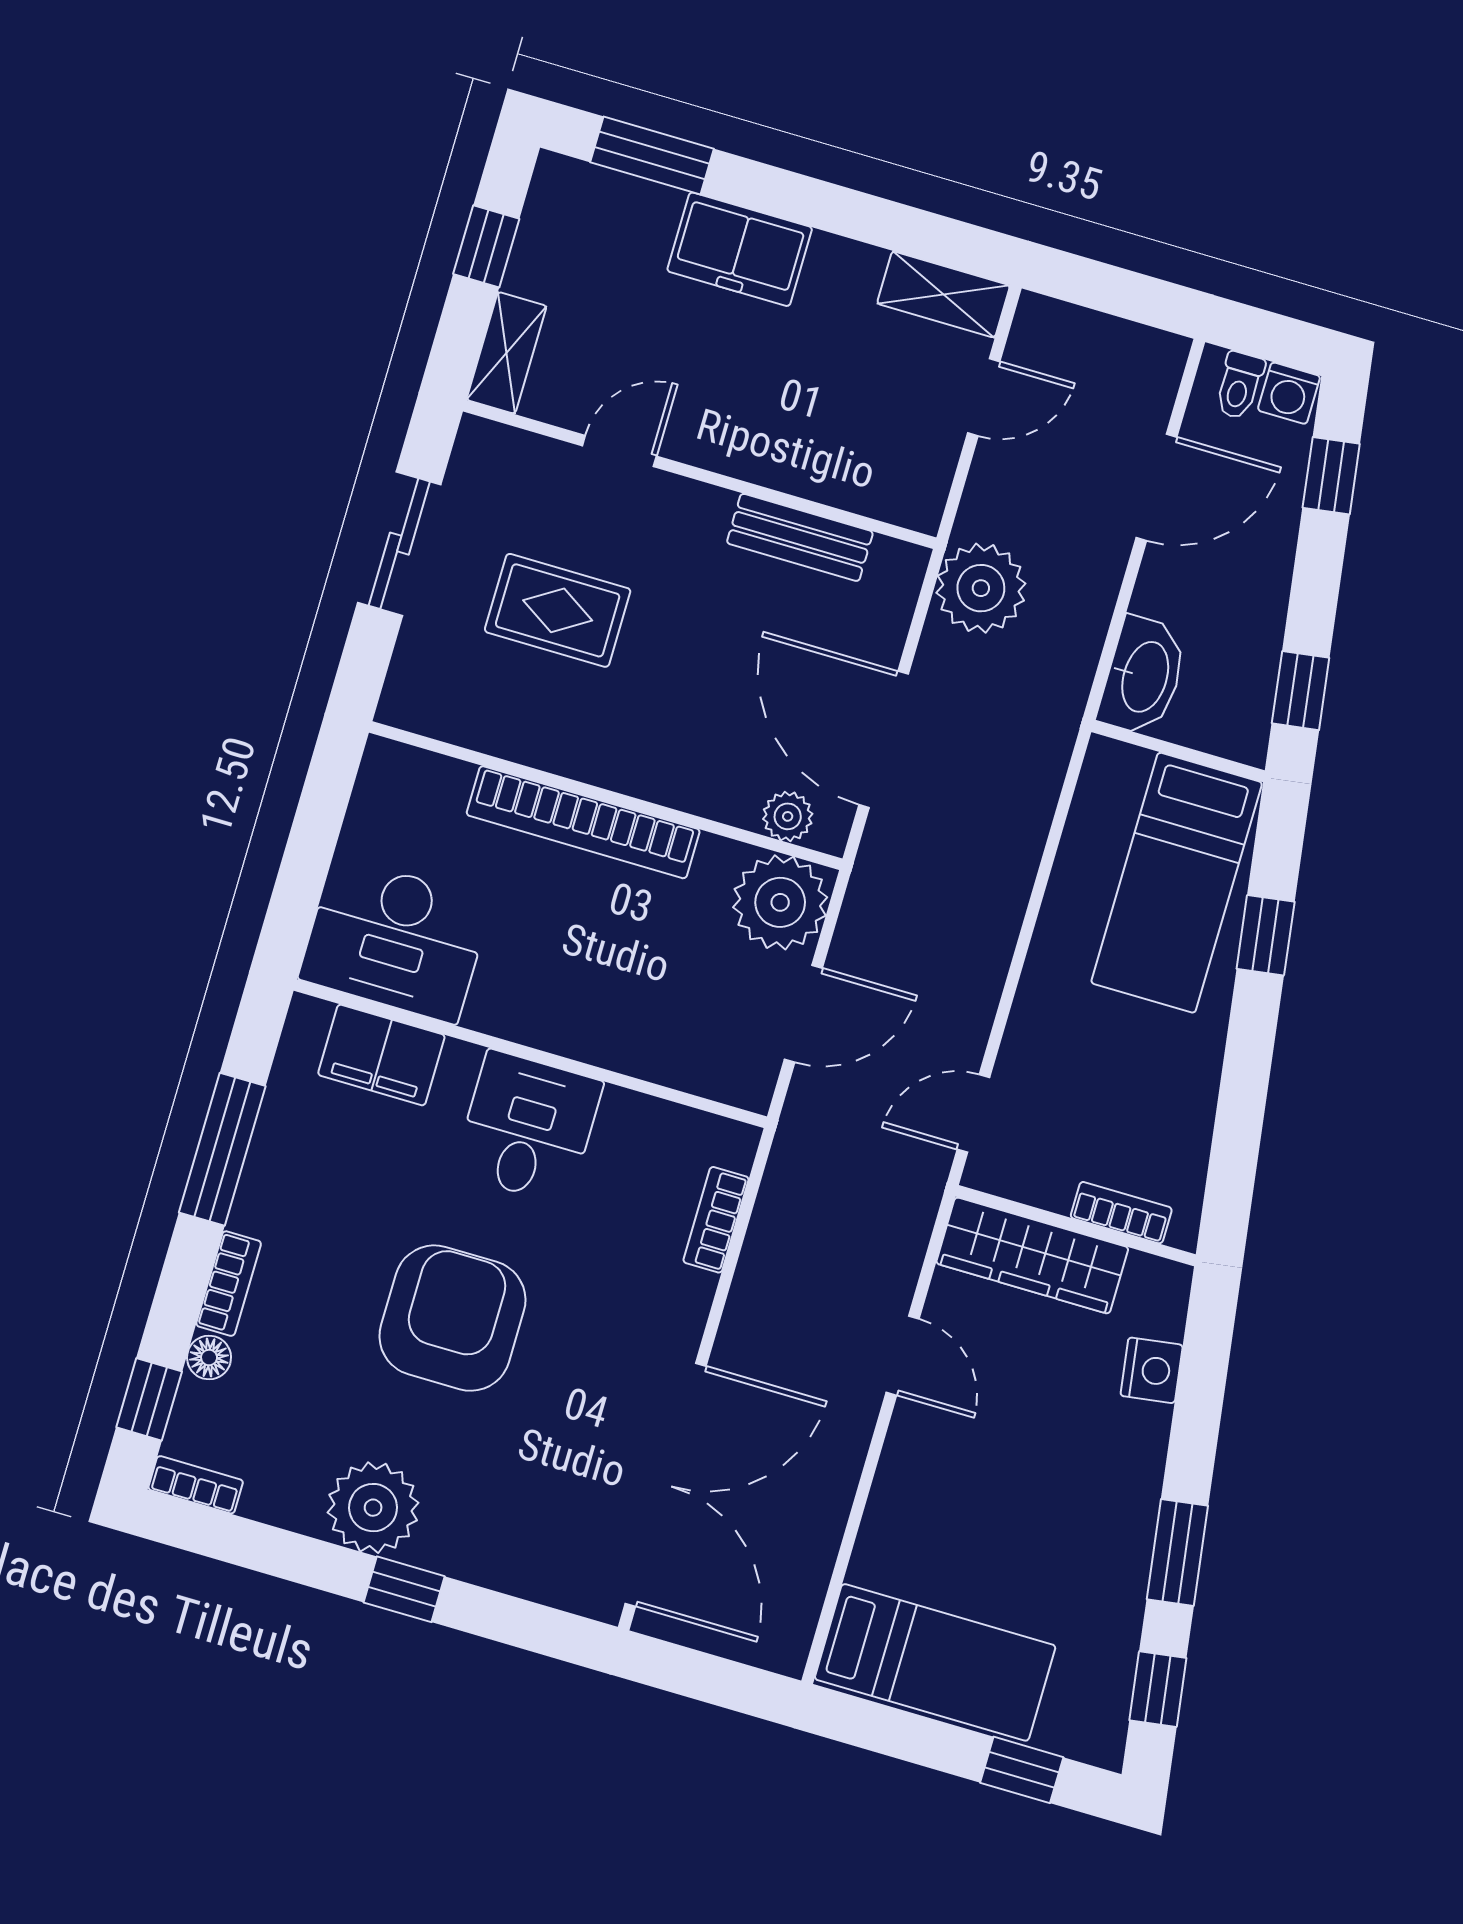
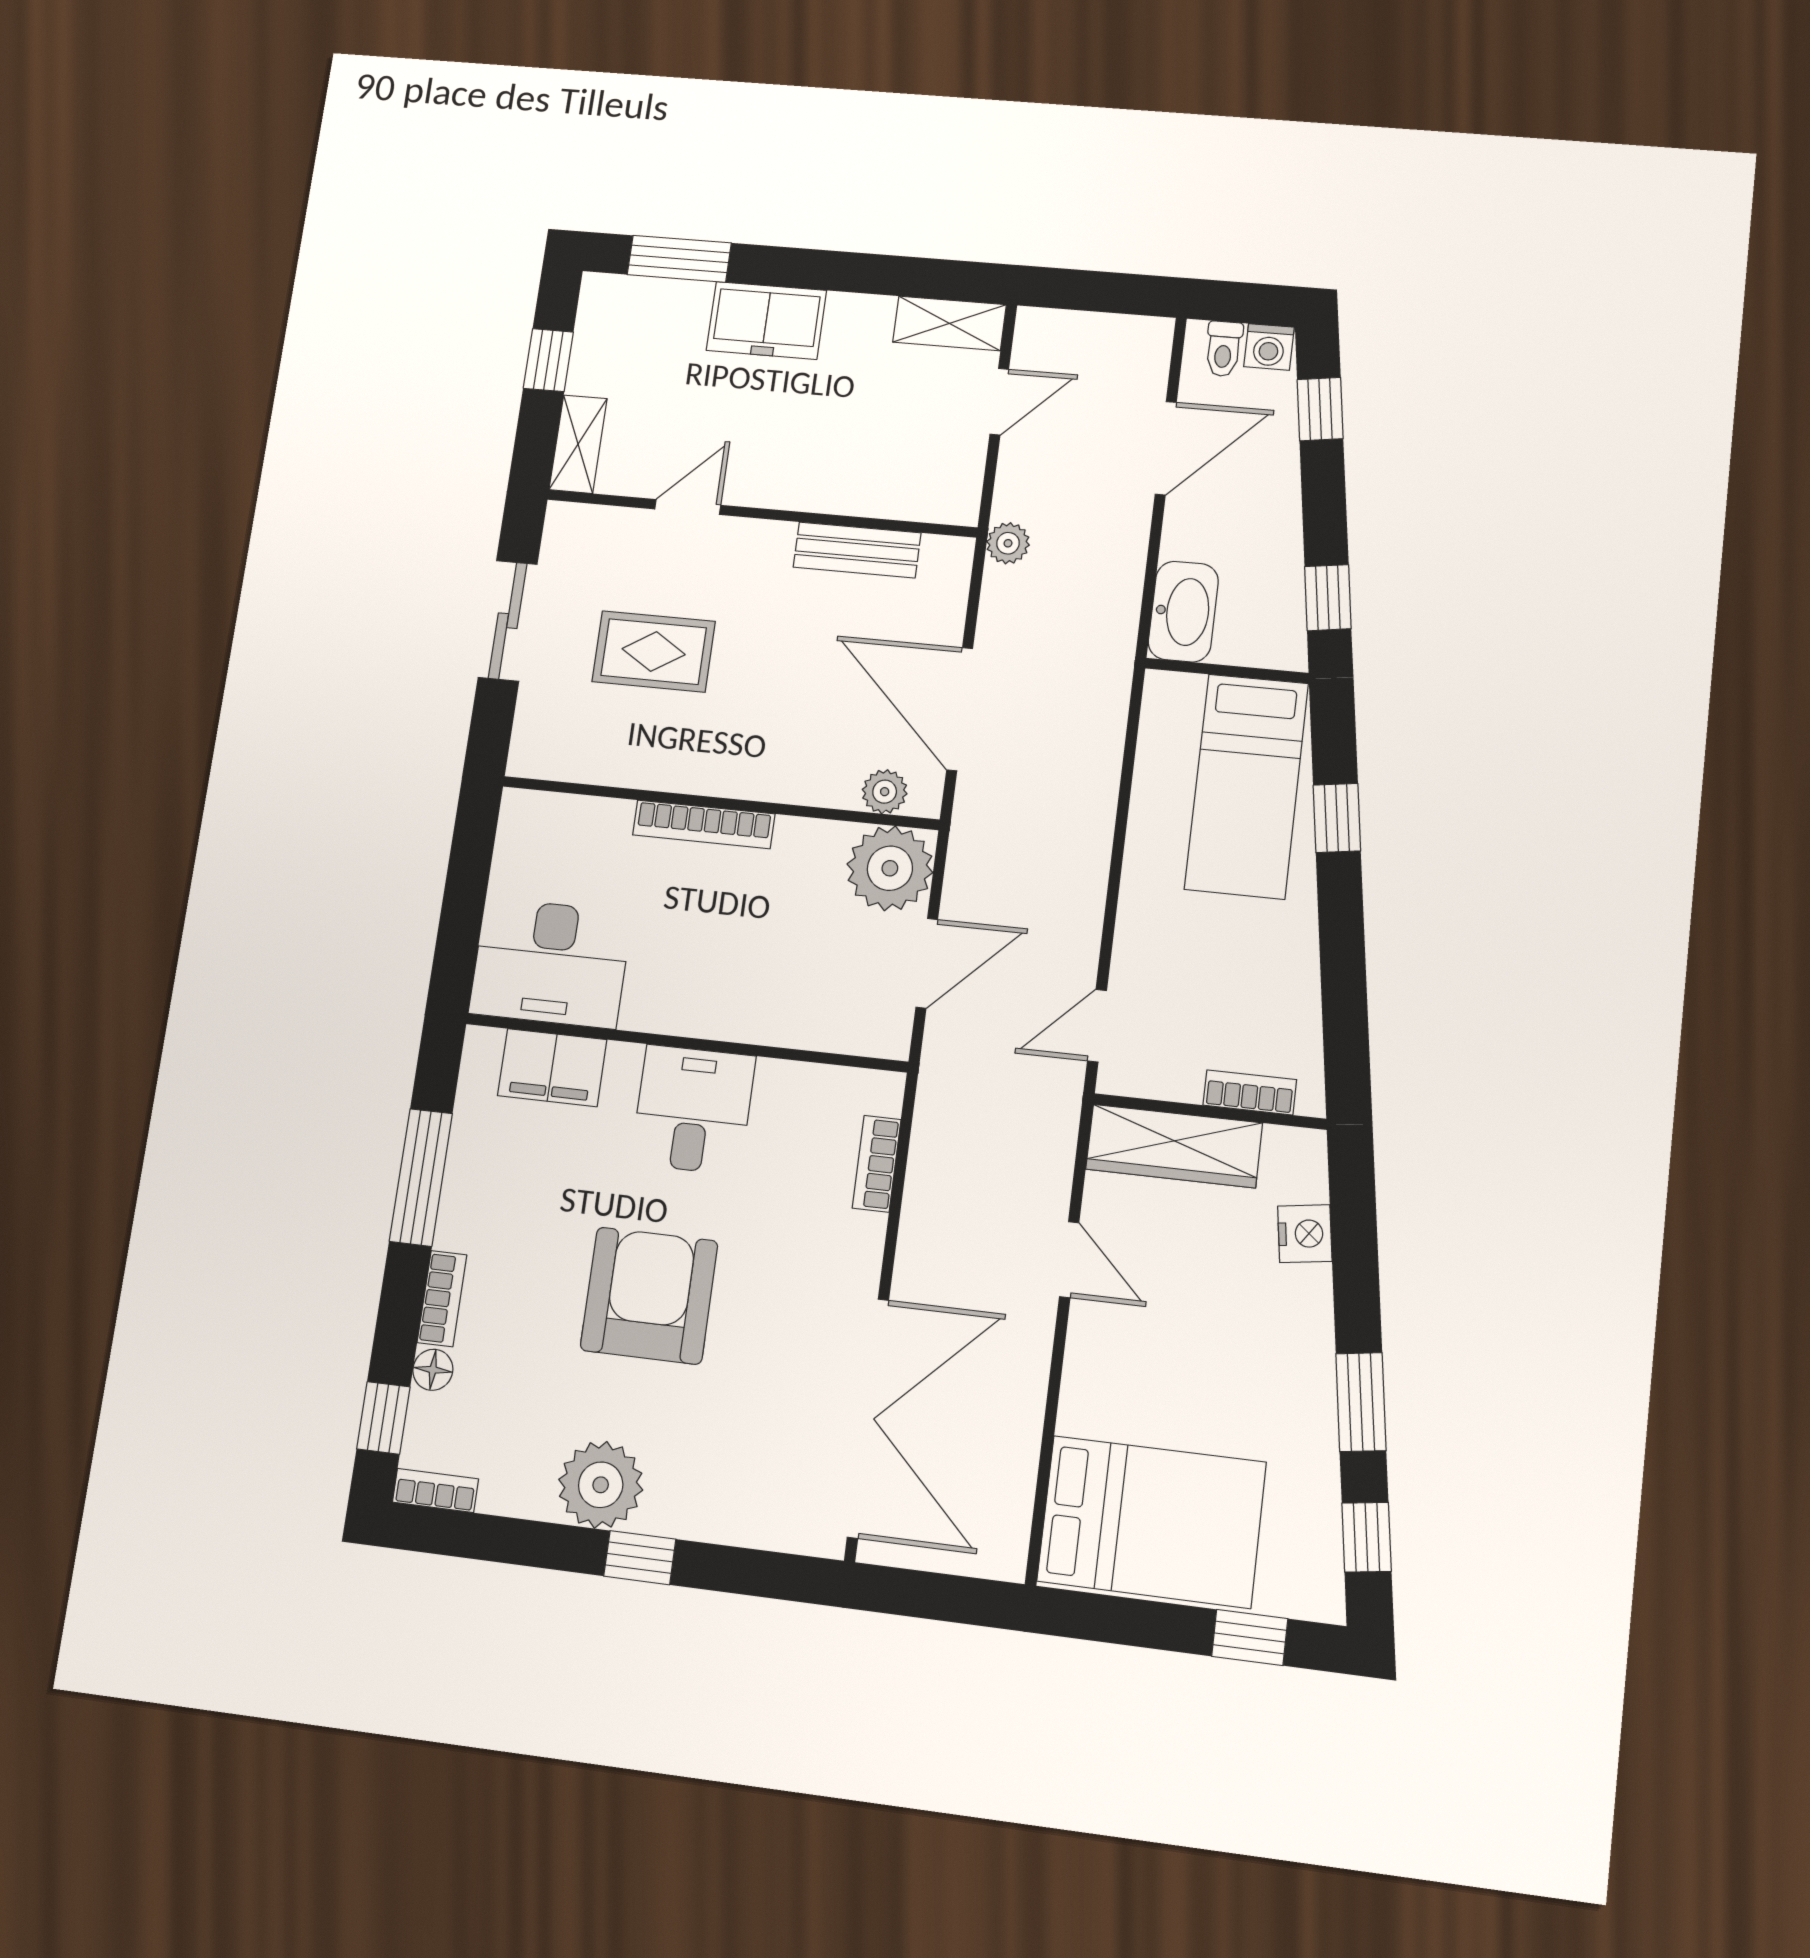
plant: (981, 588) -> (1008, 543), width x0.53, depth x0.53
bookcase: (583, 822) -> (704, 824), width x0.68, depth x0.76
bed: (935, 1662) -> (1152, 1522), width x1.50

